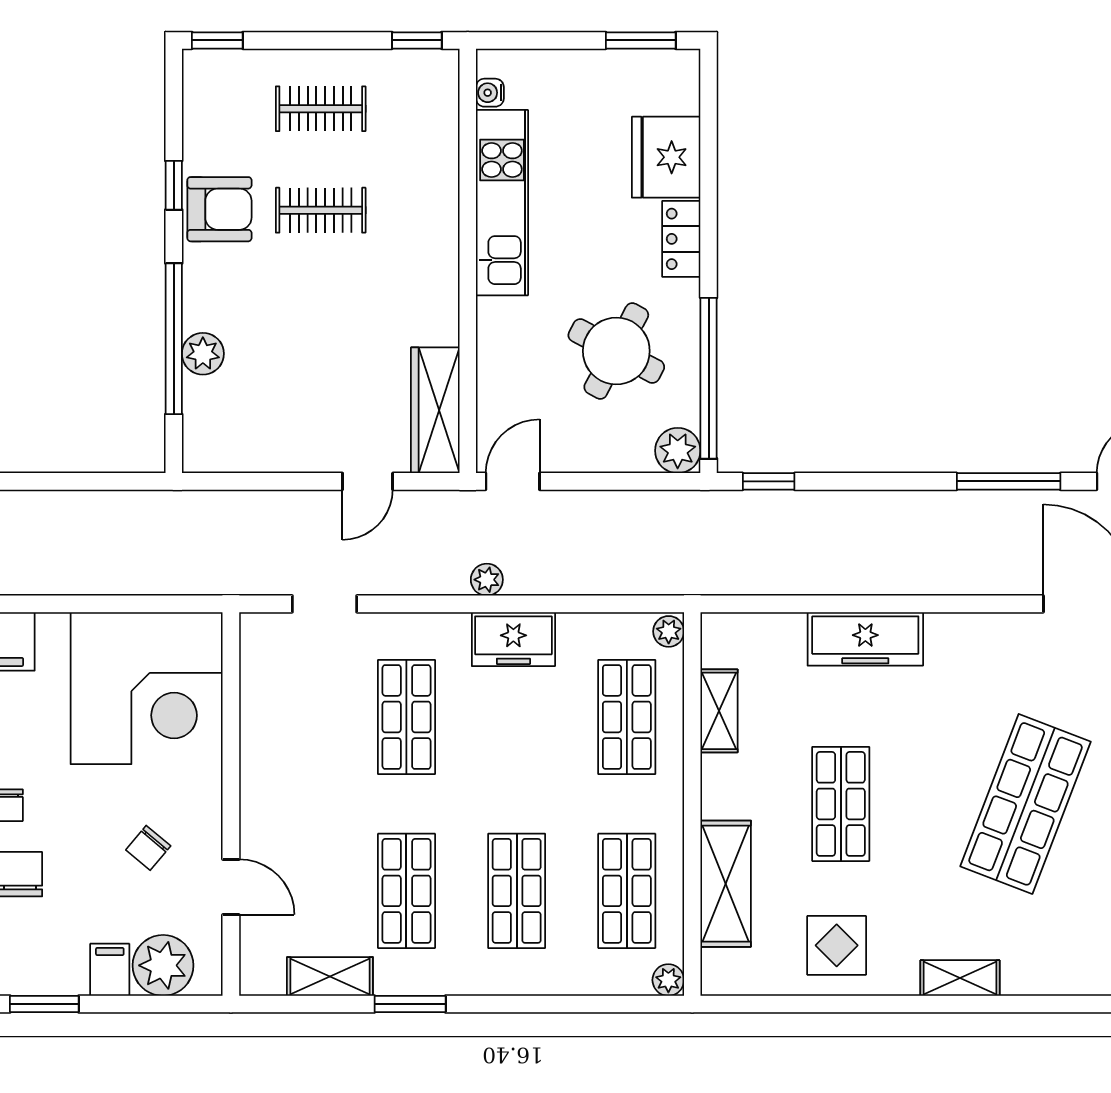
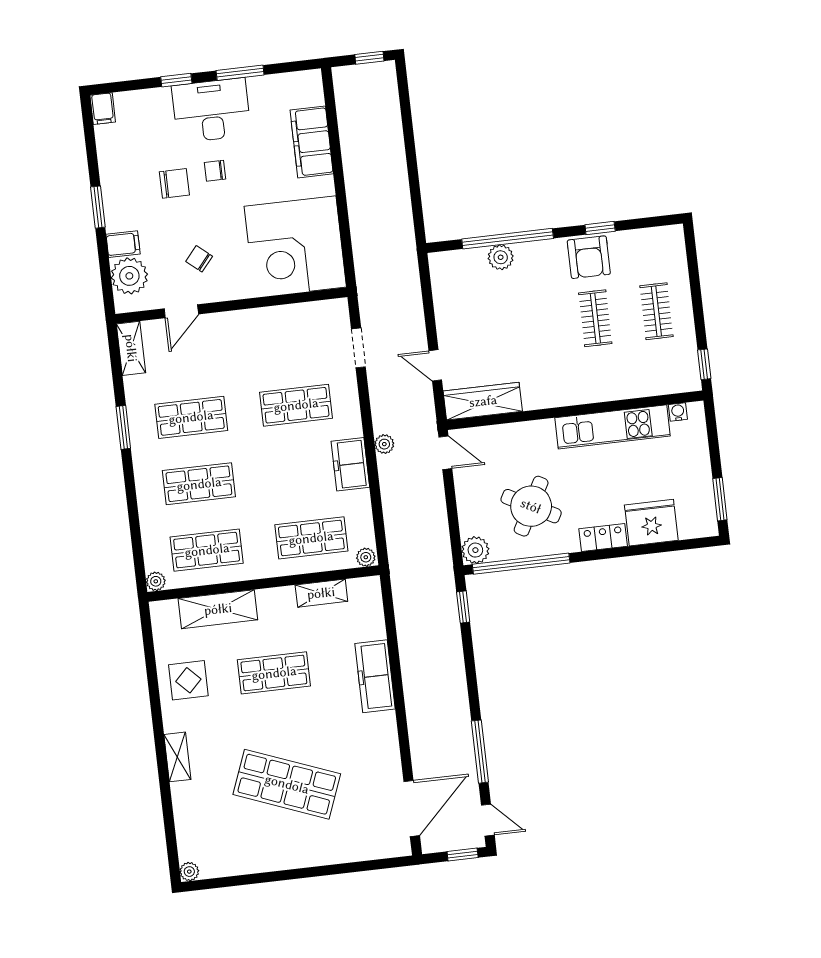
window: (217, 40) -> (690, 244), removed
shelving: (330, 976) -> (131, 348), moved

